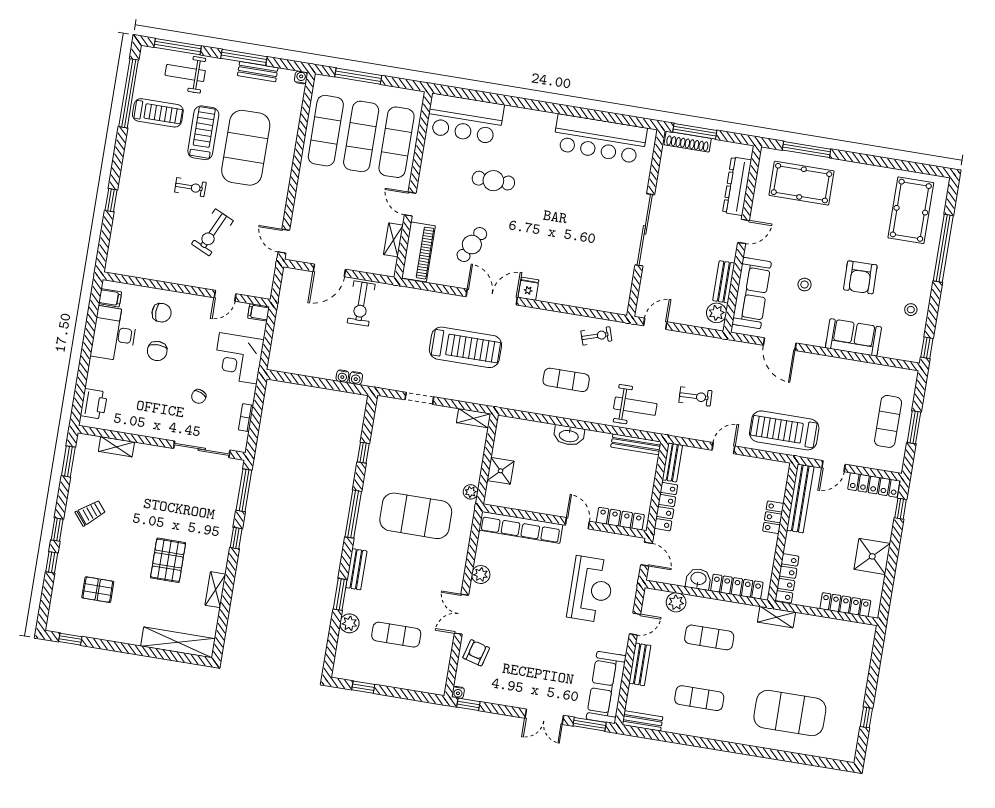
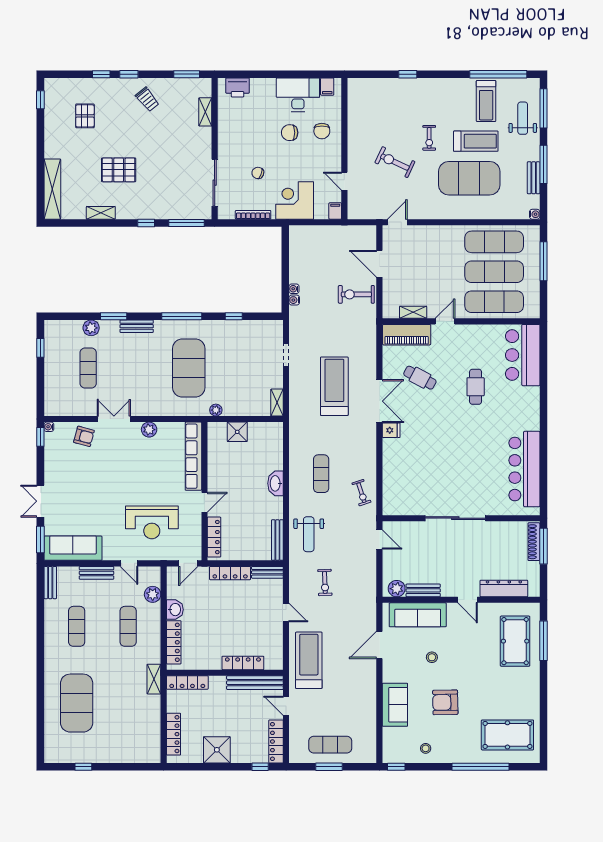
treadmill: (465, 347) -> (334, 386), turned 180
bookcase: (246, 418) -> (253, 215), width x1.56
locker: (773, 517) -> (243, 663), width x1.53

